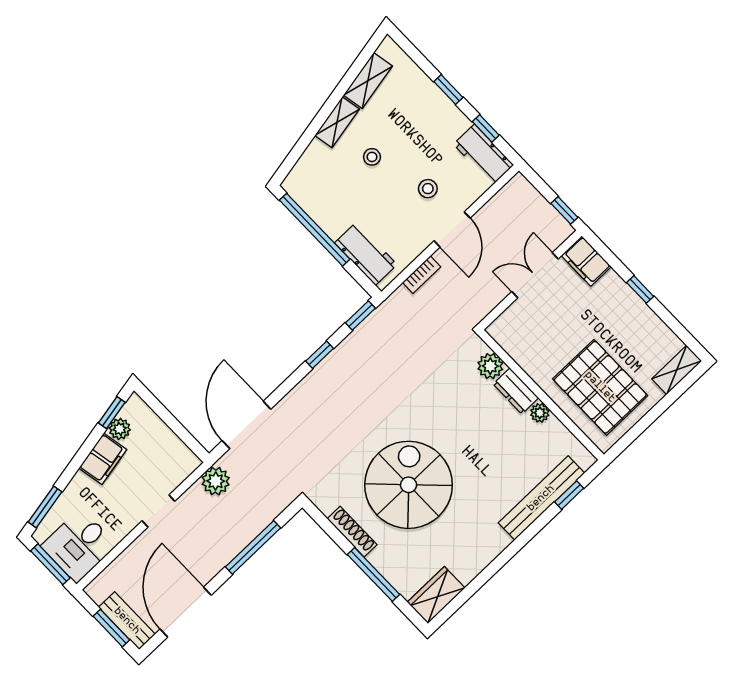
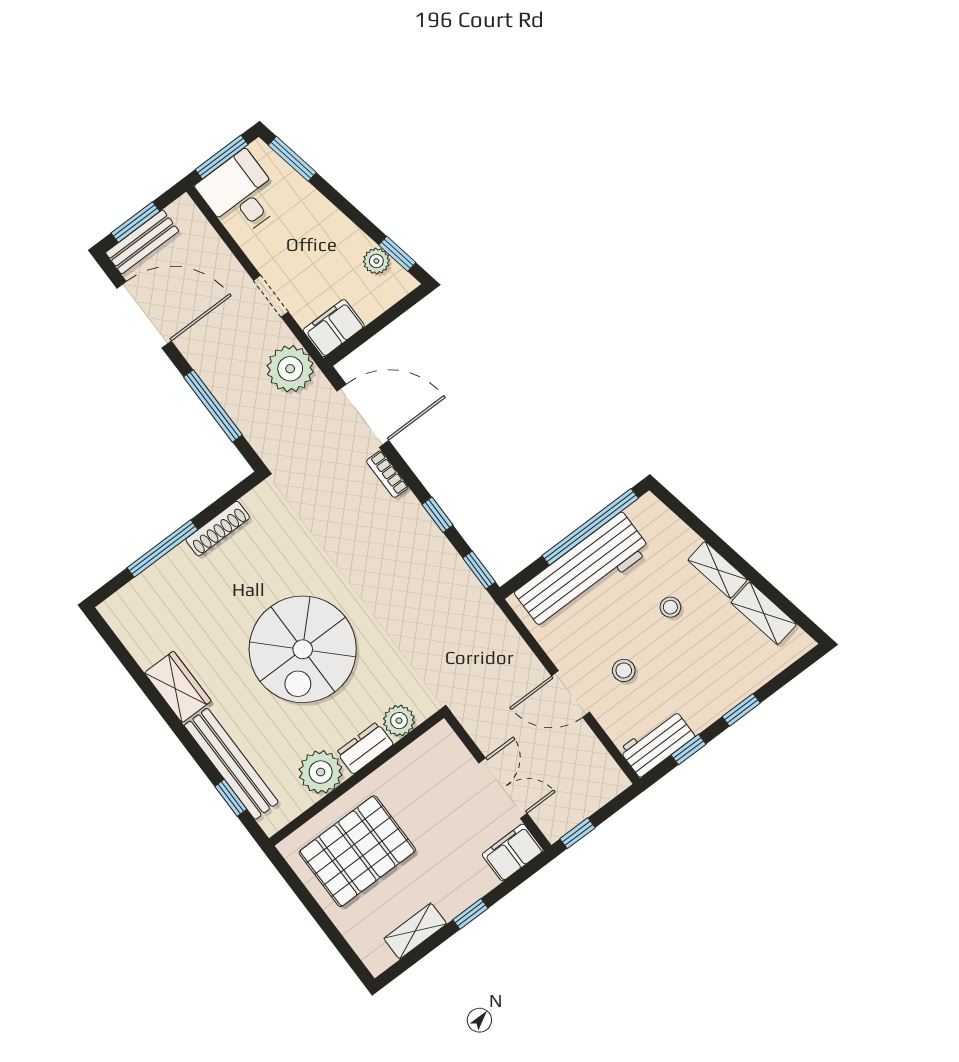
workbench: (366, 254) -> (583, 571), width x1.87, depth x1.32
bookcase: (422, 275) -> (387, 474), moved
shelving: (677, 370) -> (415, 931), moved, turned 90
plant: (540, 413) -> (321, 772), width x1.88, depth x1.88
filing cabinet: (103, 459) -> (334, 328), moved, turned 101
plant: (216, 481) -> (290, 369), width x1.36, depth x1.36
spiral stairs: (409, 485) -> (303, 649), moved, turned 90
wardrobe: (436, 595) -> (178, 687), moved

